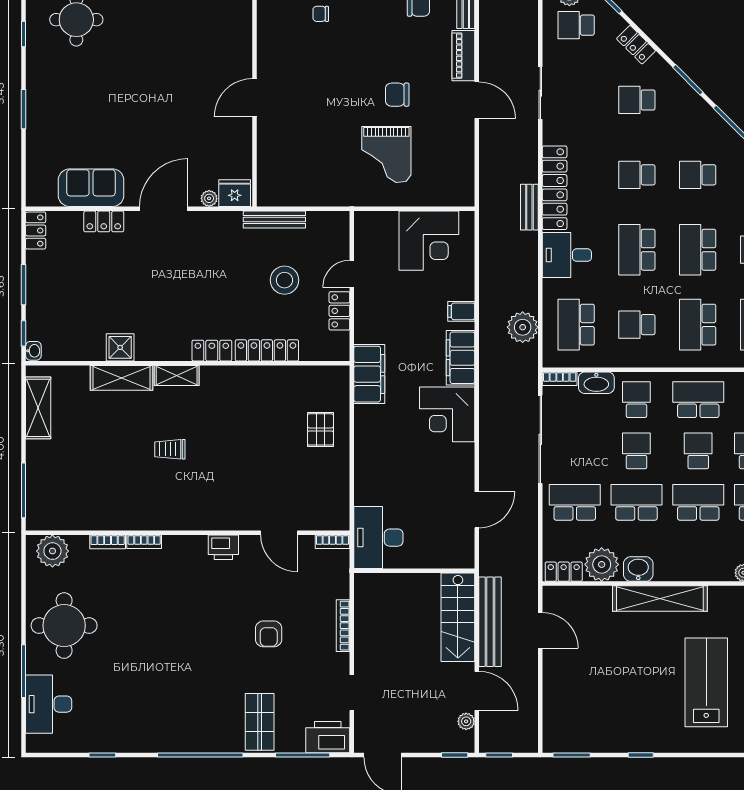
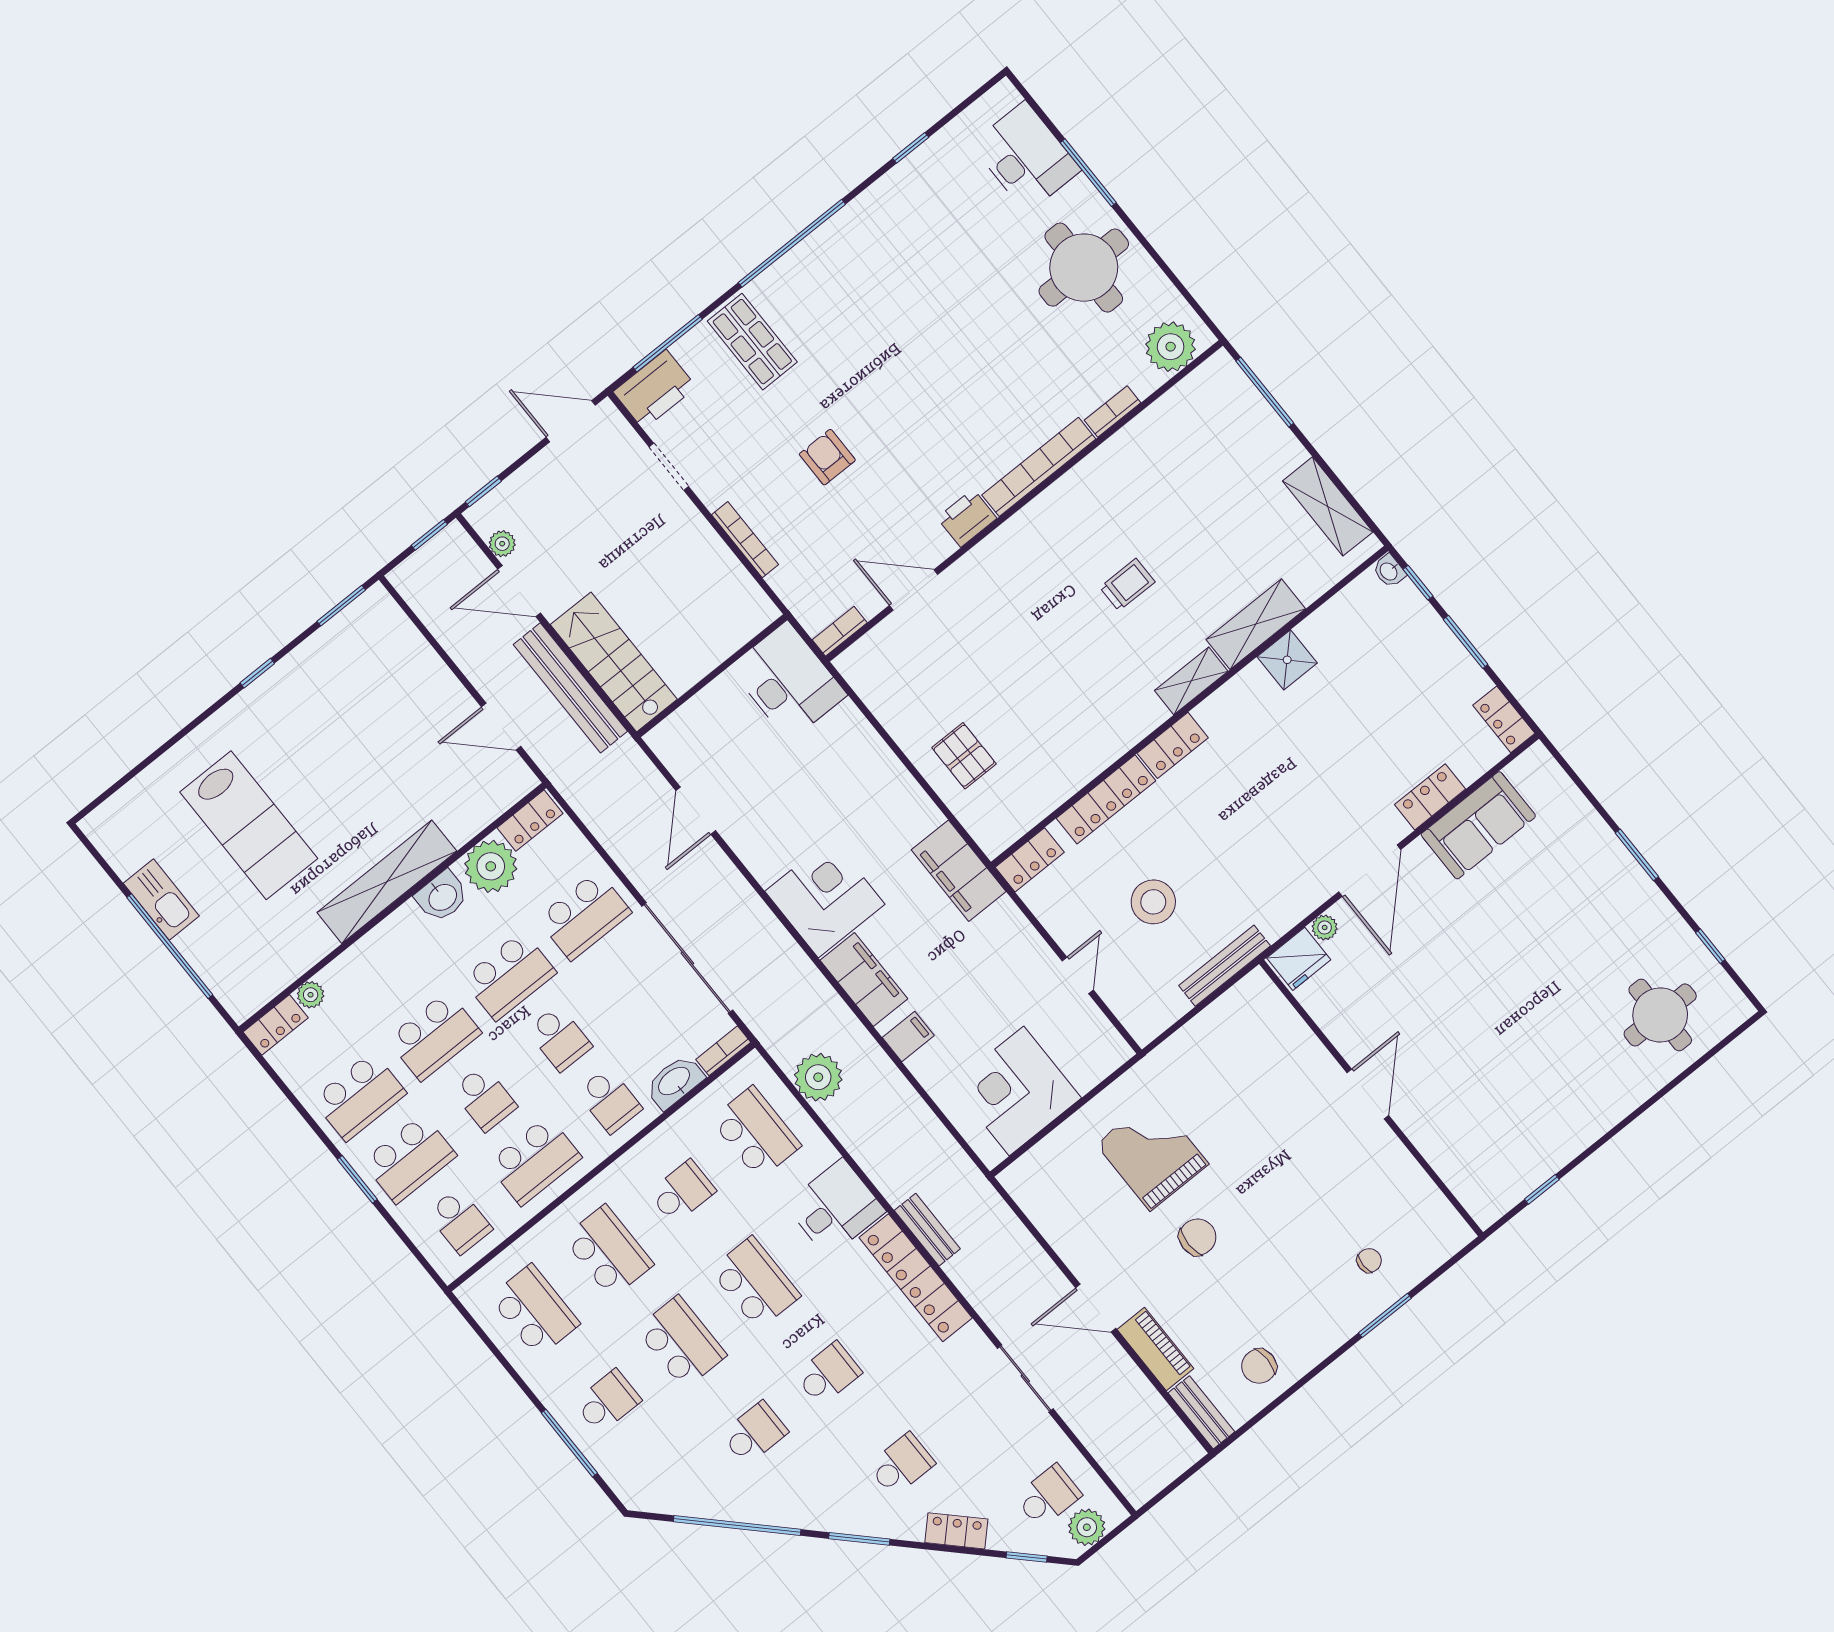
locker: (339, 311) -> (1030, 860), moved, turned 90
bookcase: (144, 542) -> (1039, 467), width x2.31, depth x1.31

